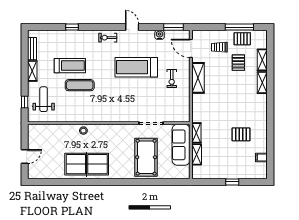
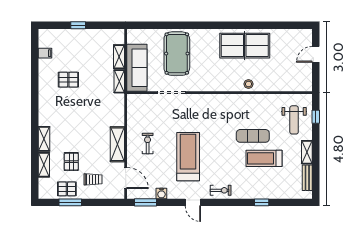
window: (239, 27) -> (70, 202), width x0.69
treadmill: (136, 67) -> (188, 157), turned -90

